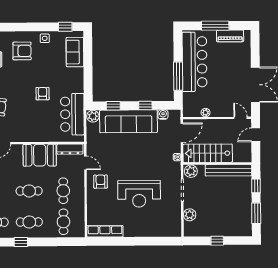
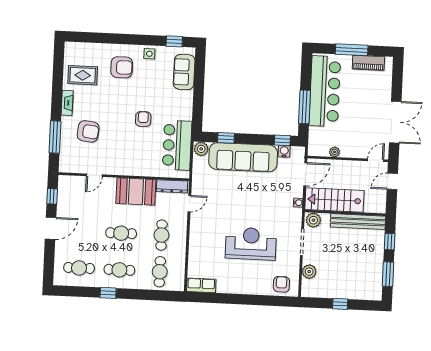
window: (145, 105) -> (282, 140), moved
door: (241, 118) -> (376, 160), hinge flipped
door: (85, 163) -> (189, 204), hinge flipped
armchair: (100, 182) -> (281, 284), moved
reception desk: (139, 194) -> (251, 244), turned 180
row of seats: (105, 231) -> (201, 285), width x0.68

